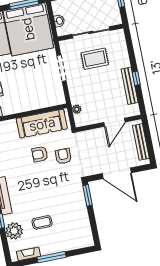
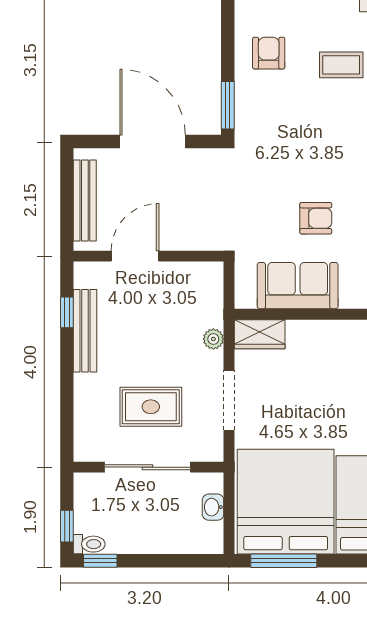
window: (136, 78) -> (67, 312), moved
wardrobe: (54, 99) -> (260, 334), added
plant: (77, 109) -> (213, 339), moved
sofa: (42, 124) -> (298, 286), width x0.73
armchair: (63, 156) -> (269, 53), moved, turned 180

